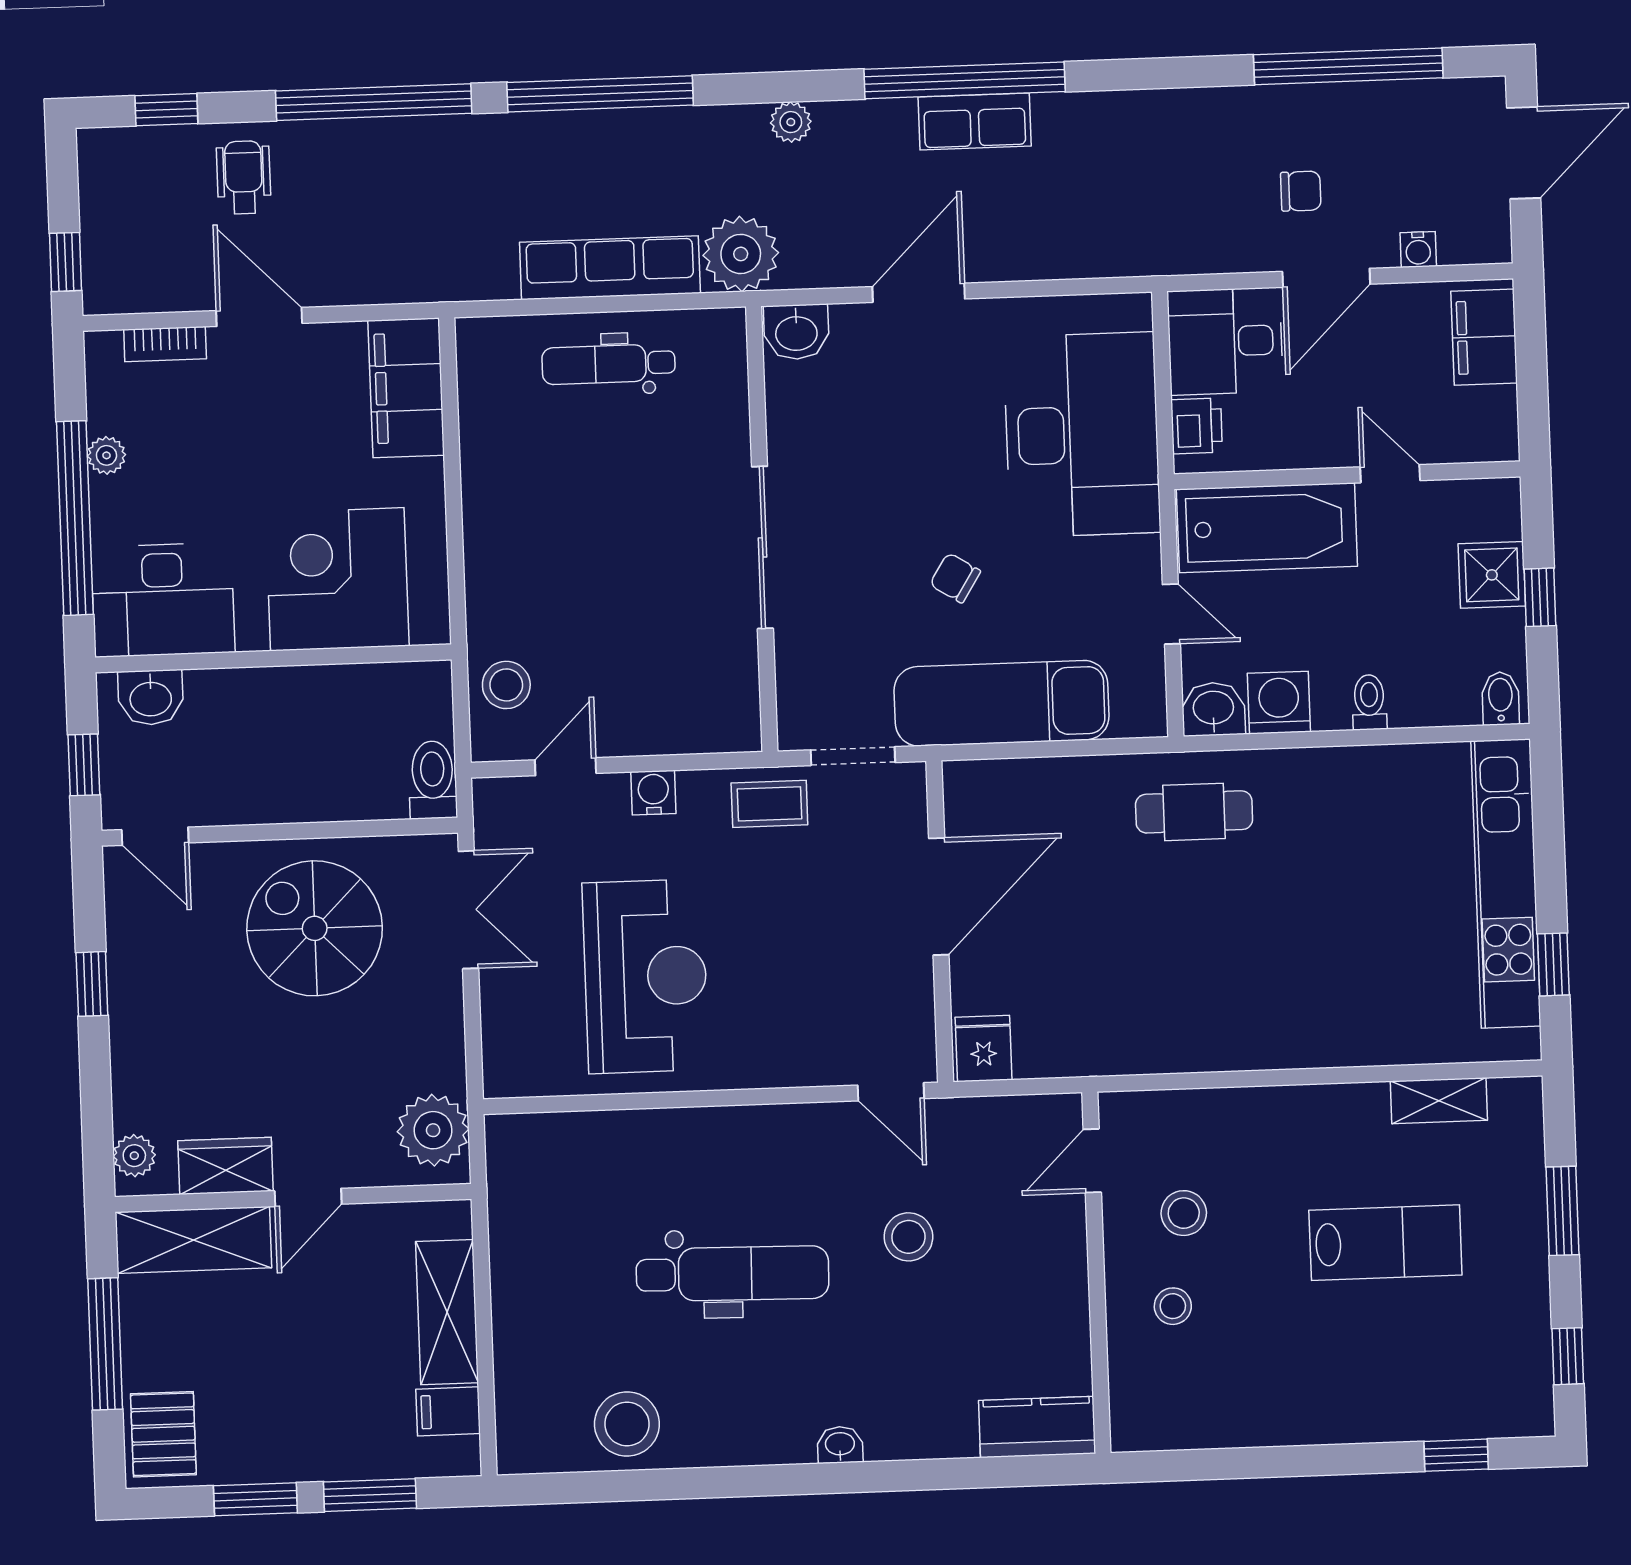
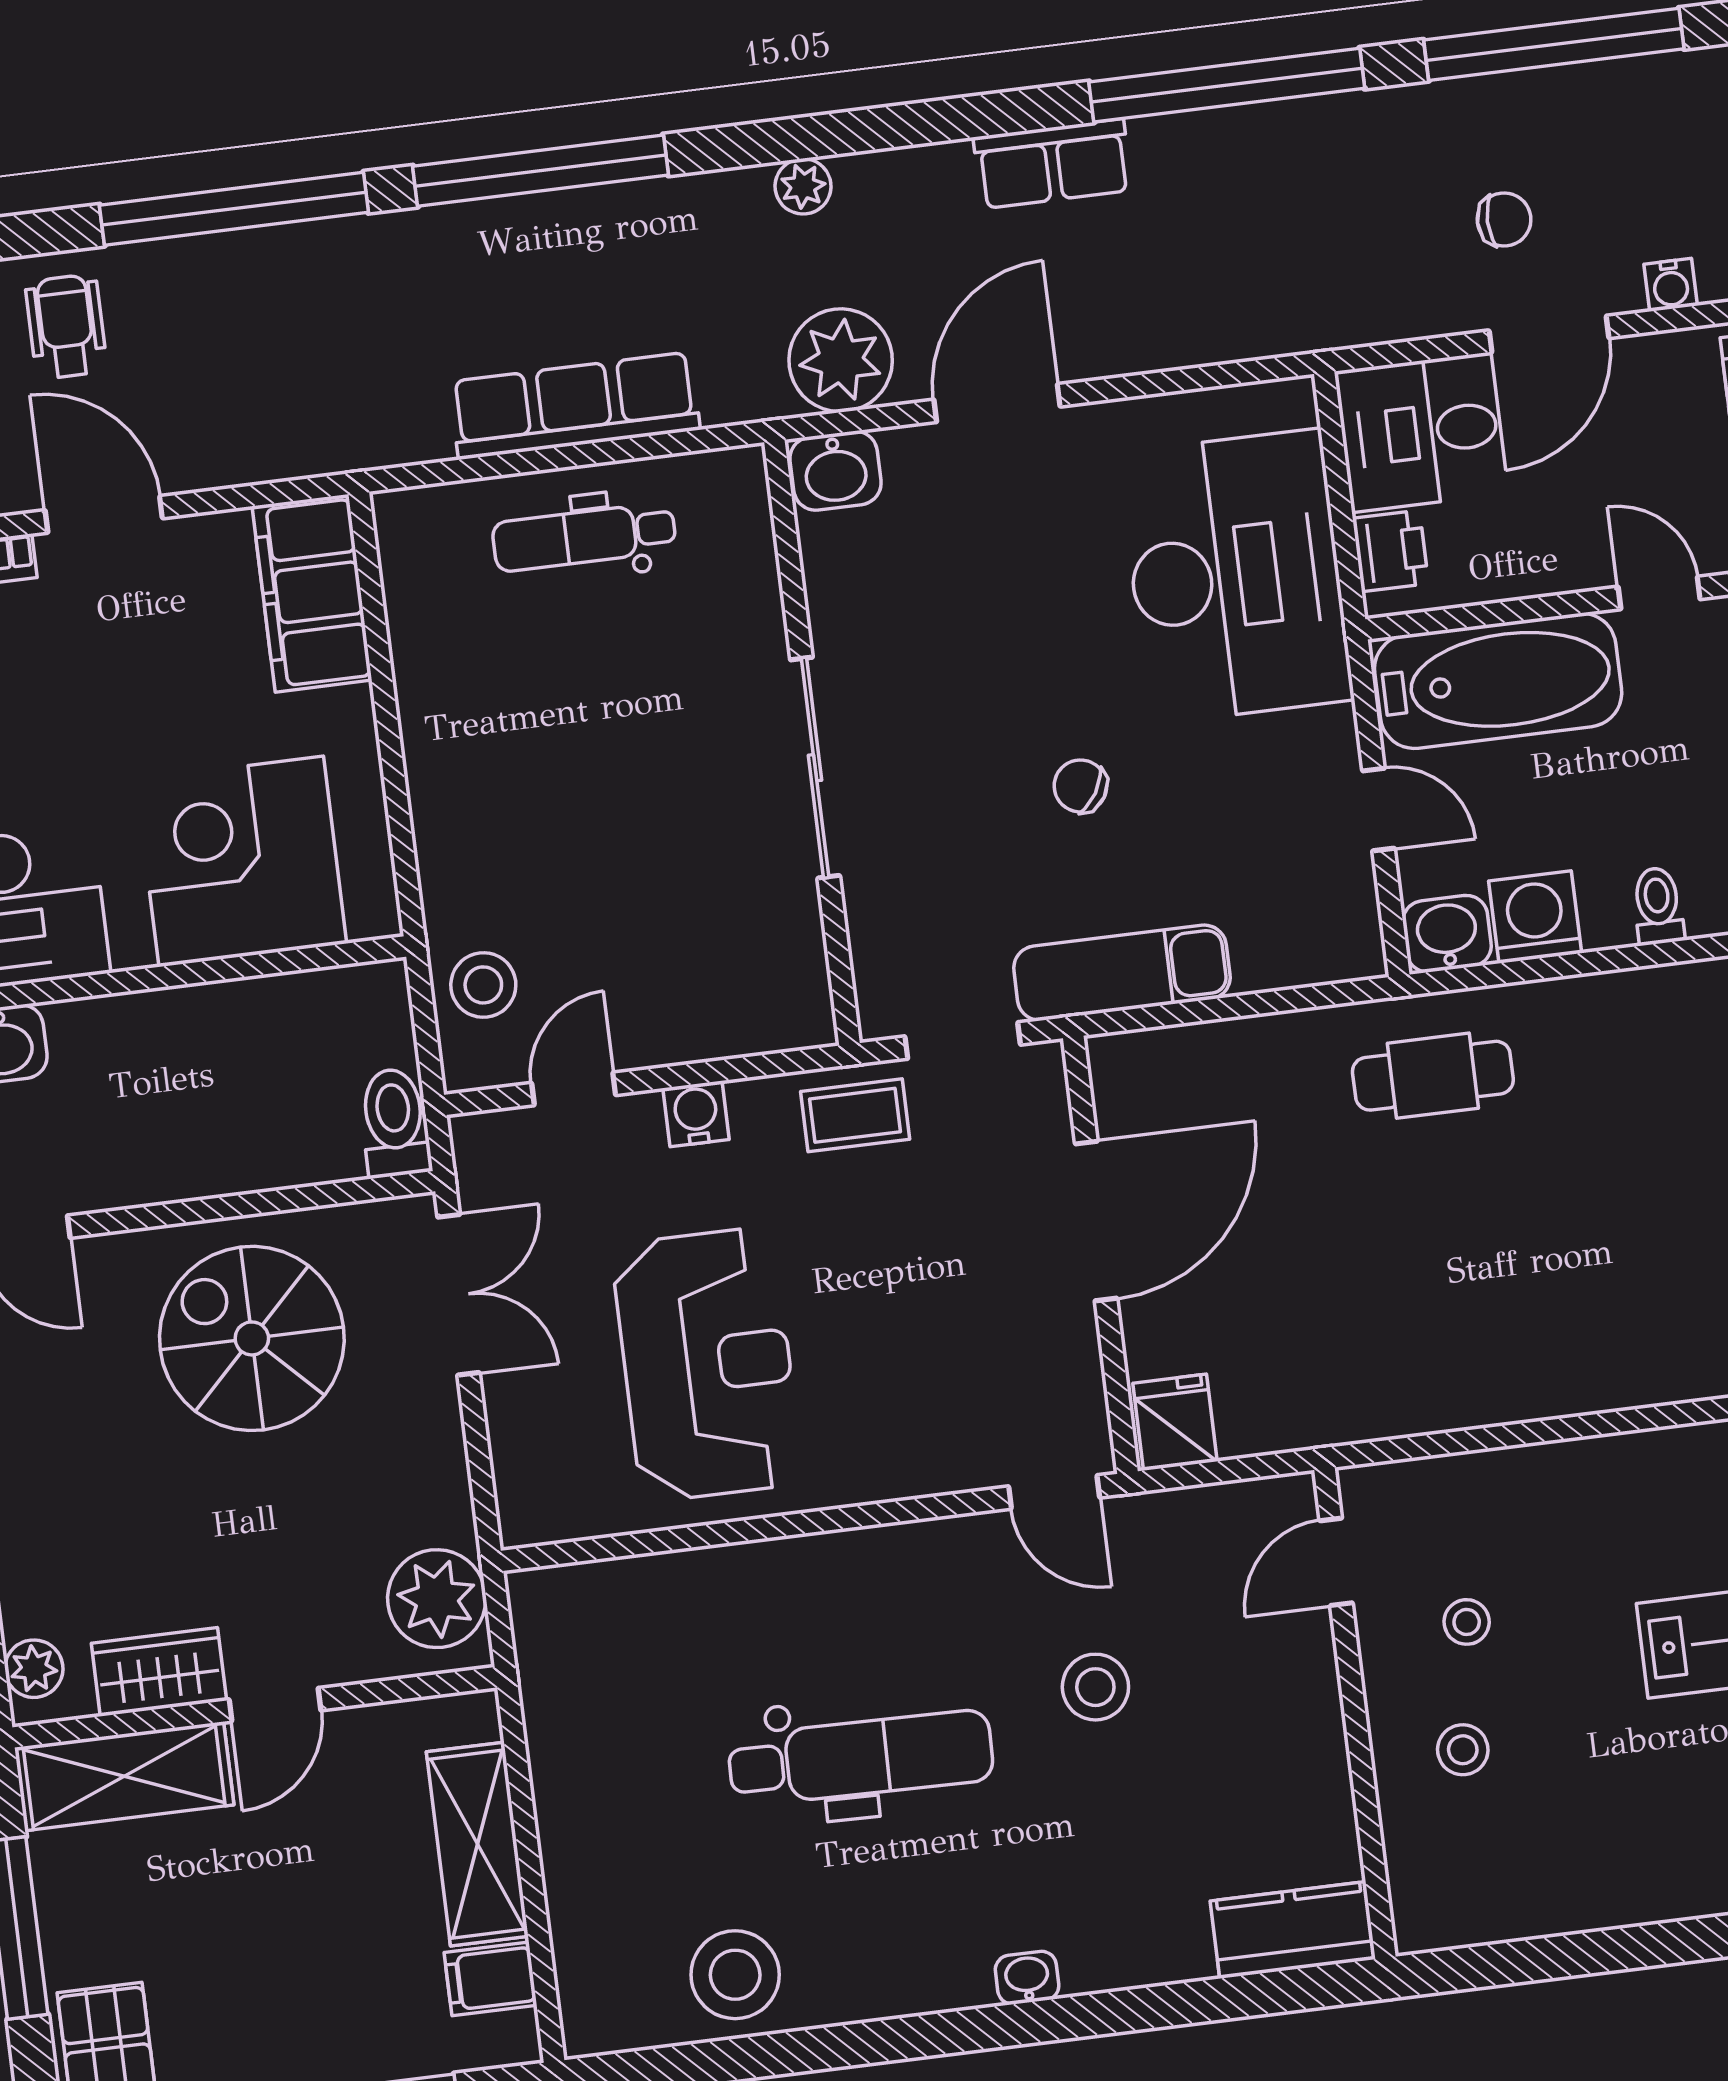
window: (965, 80) -> (1227, 85), moved
plant: (741, 254) -> (841, 360), moved
exam couch: (1002, 703) -> (1122, 973), width x0.73, depth x0.69
stool: (1184, 1213) -> (1467, 1622), width x0.73, depth x0.73

